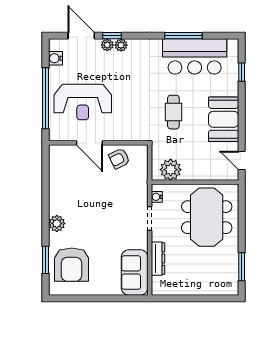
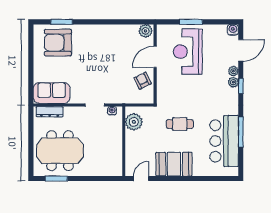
window: (112, 36) -> (241, 86), moved
water cooler: (55, 58) -> (233, 30), moved
window: (242, 72) -> (212, 179), removed
window: (45, 98) -> (191, 22), width x0.47
meeting table: (207, 217) -> (60, 151), moved
plant: (57, 223) -> (146, 31), moved
dresser: (158, 259) -> (50, 112), moved

